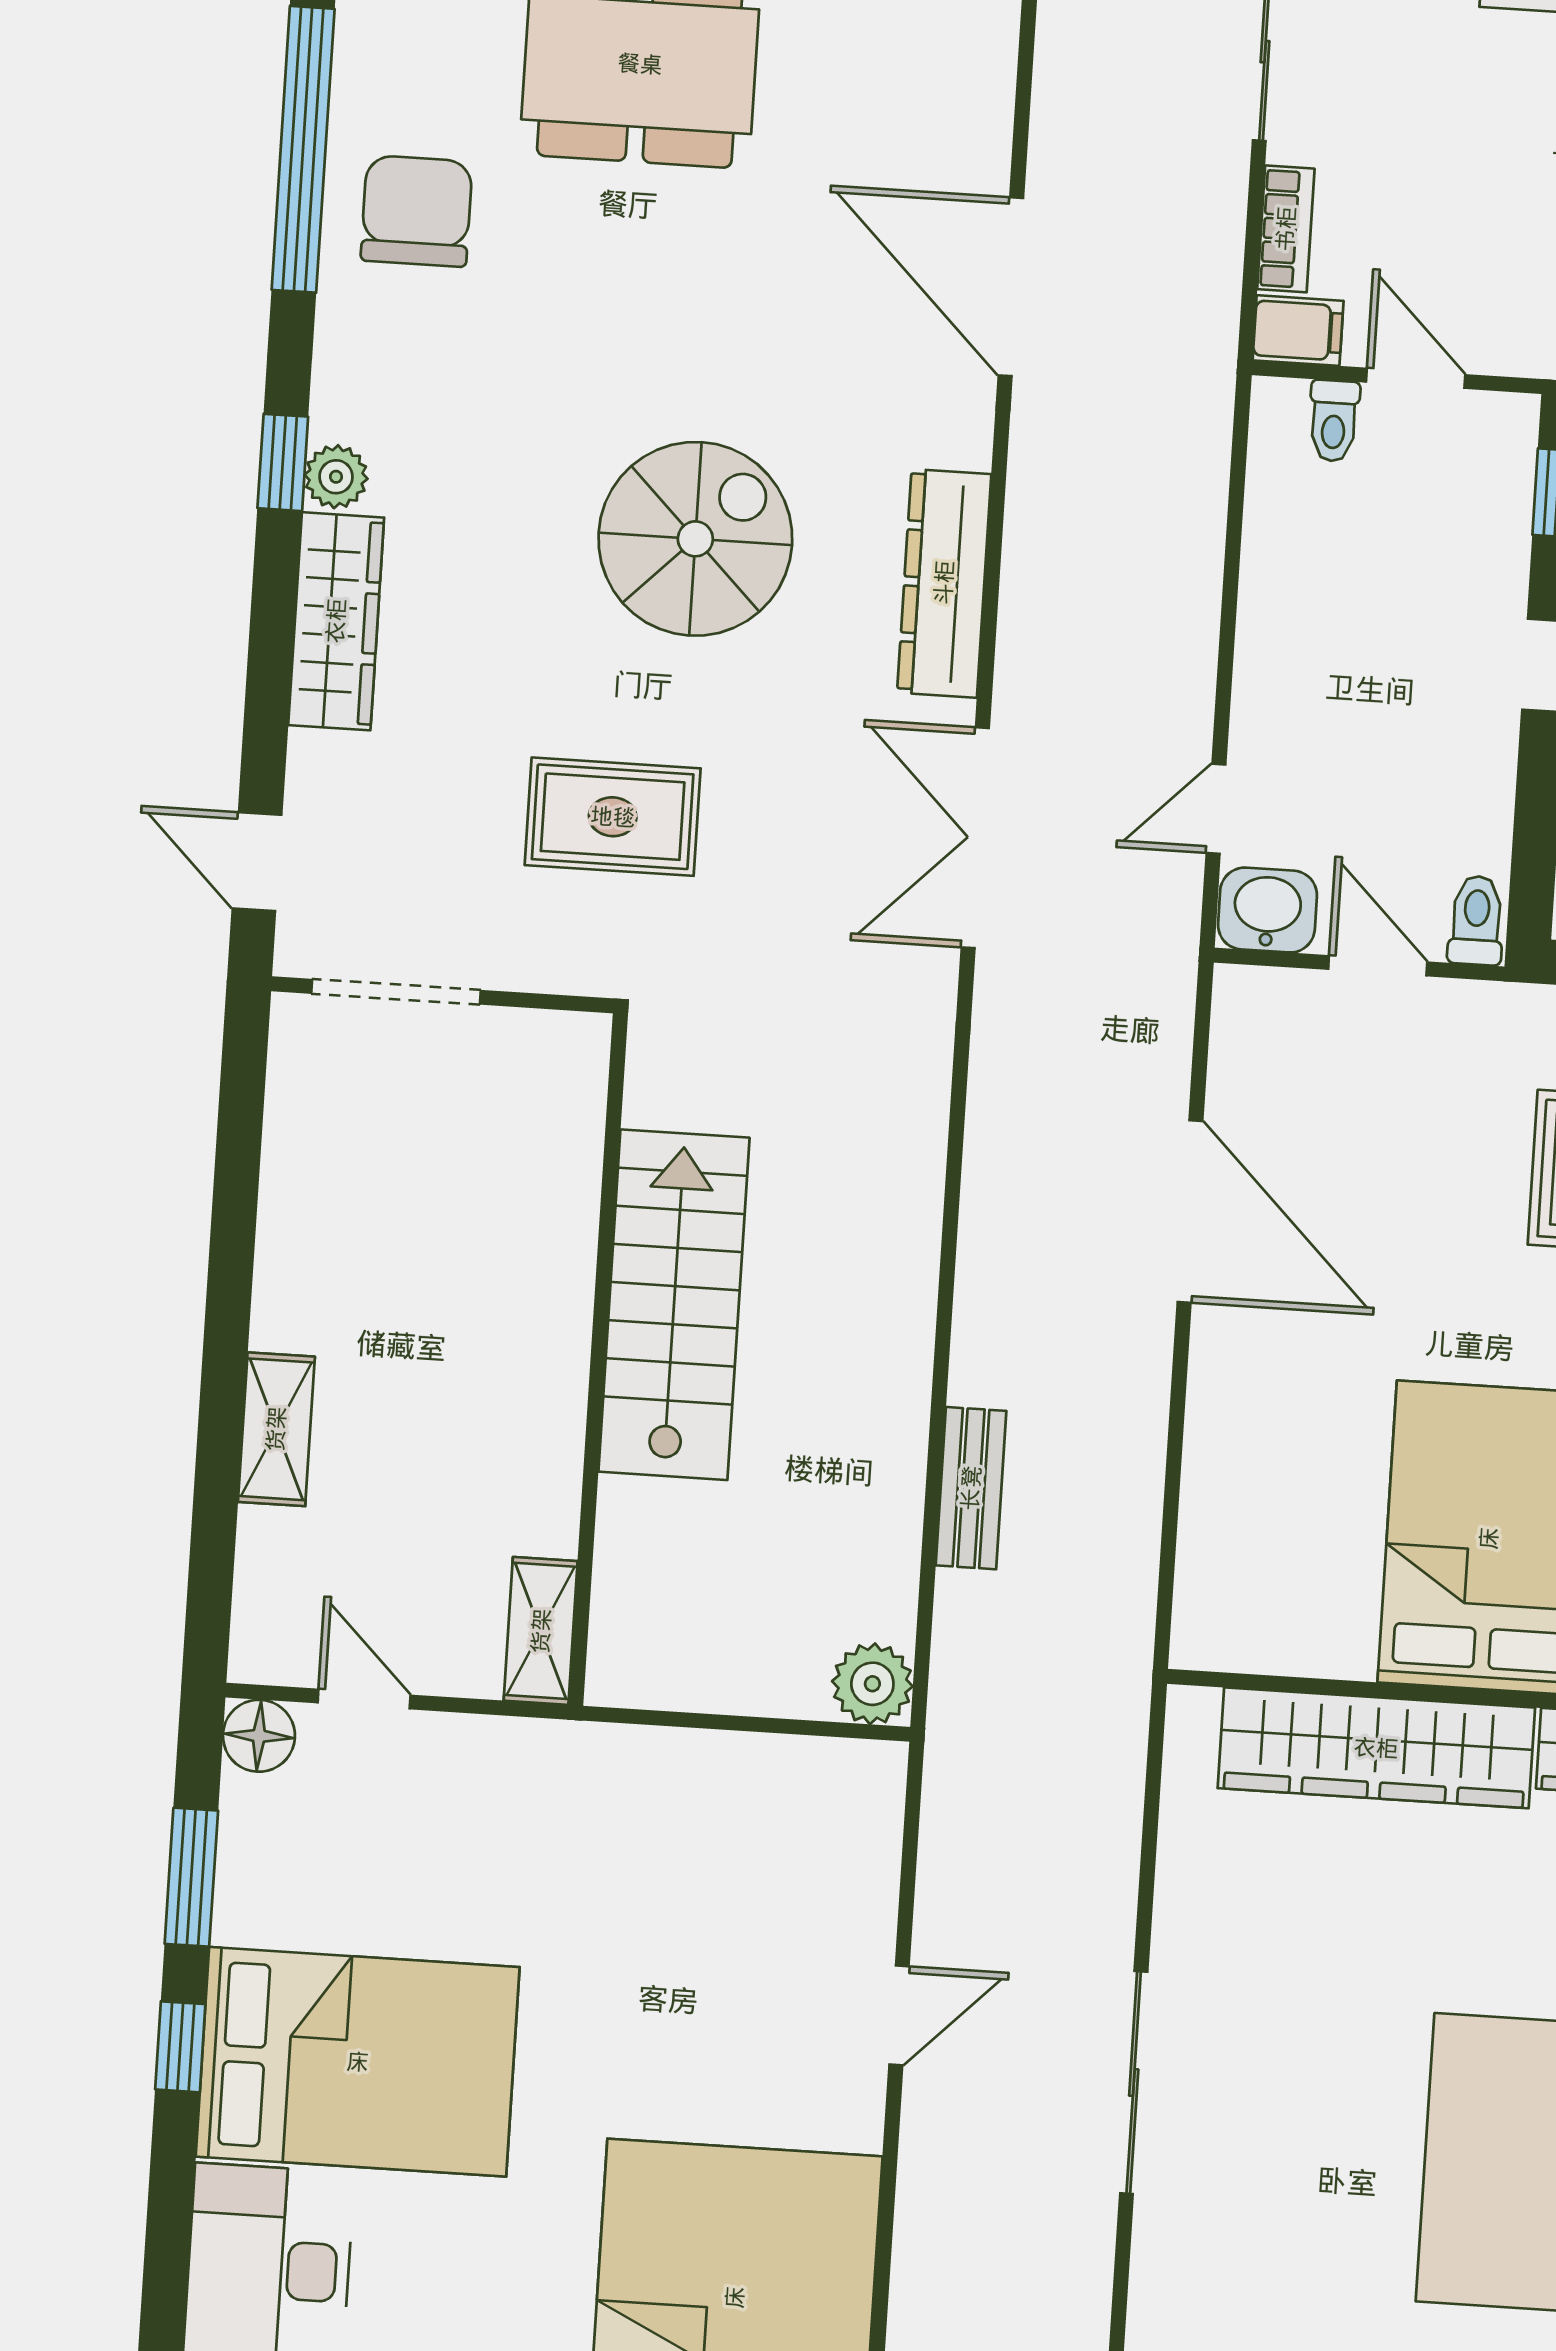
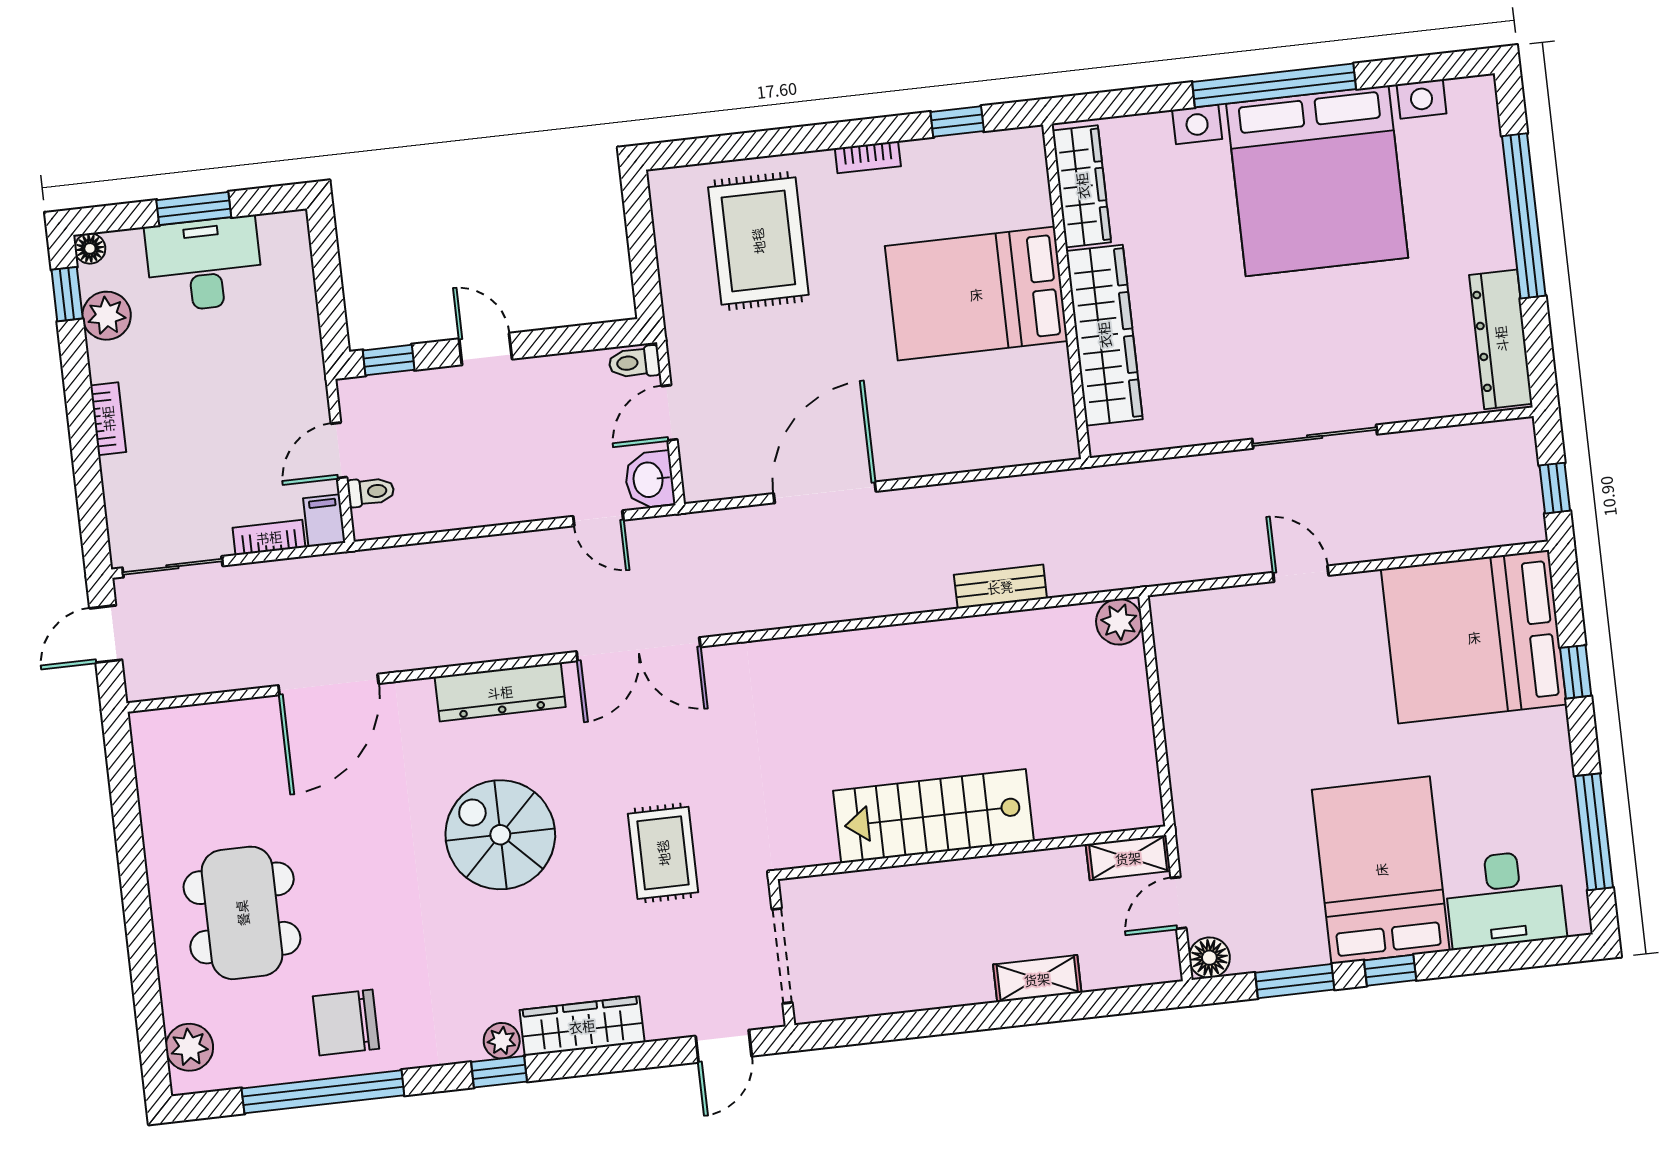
stairs: (674, 1305) -> (933, 816), moved
wall: (598, 1360) -> (972, 853), moved
shelving: (541, 1631) -> (1128, 858), moved

